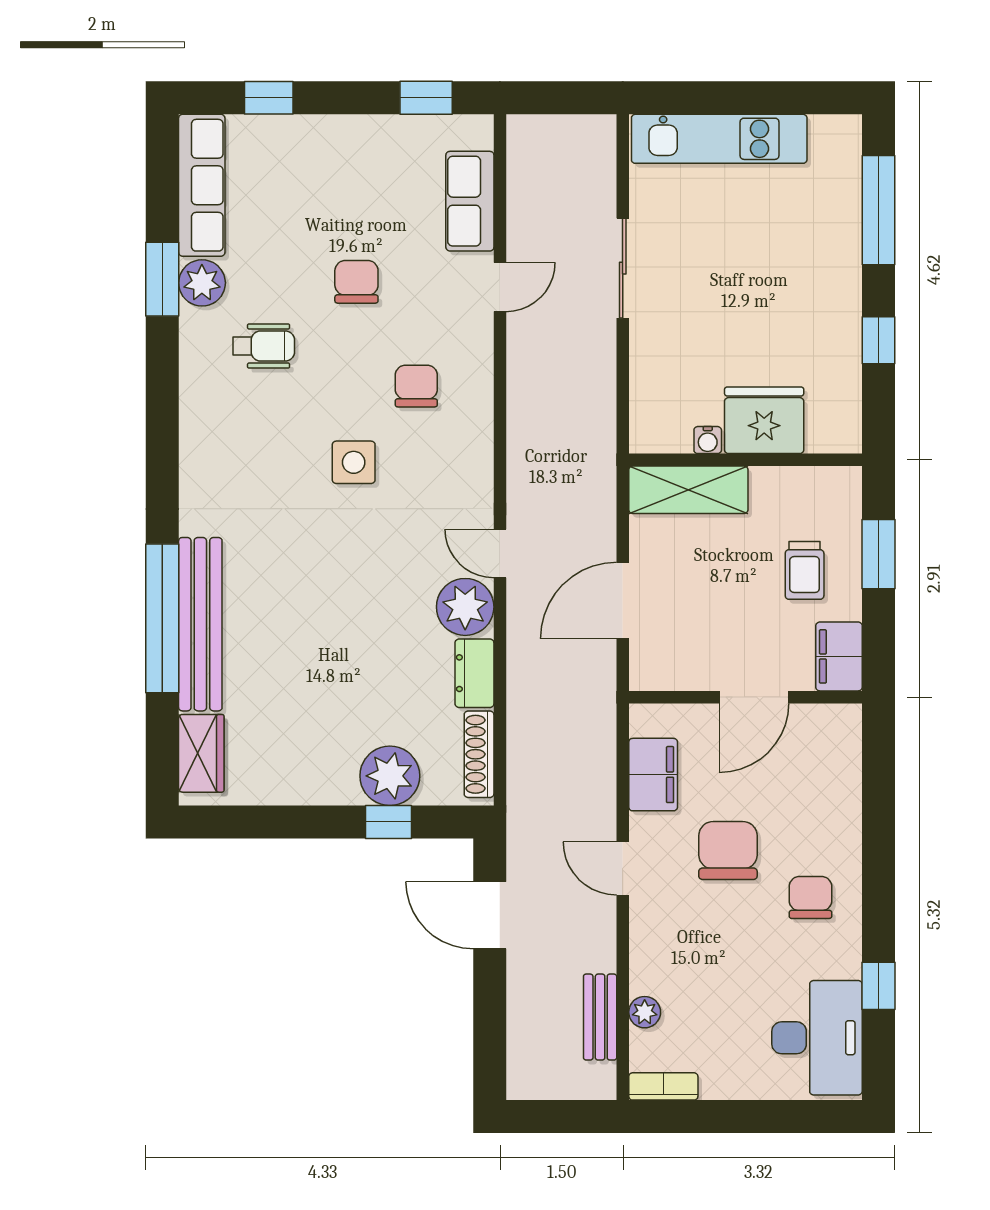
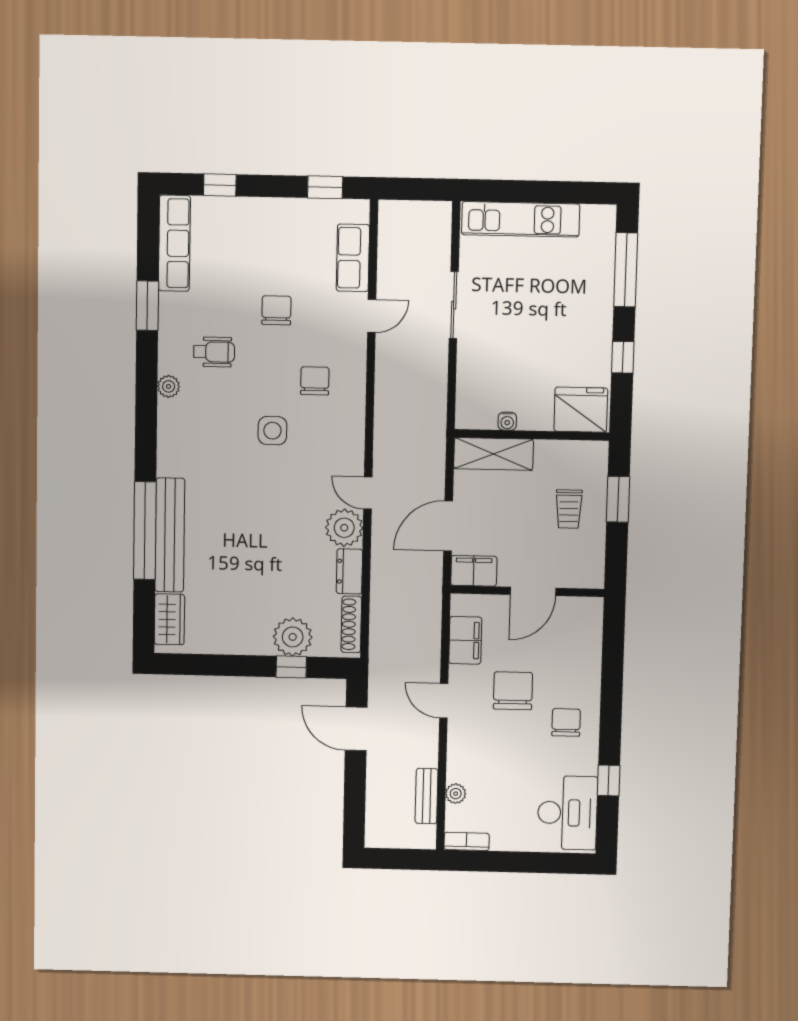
plant: (202, 283) -> (169, 386), moved, width x0.73, depth x0.73
fridge: (764, 420) -> (581, 410), moved
filing cabinet: (839, 656) -> (474, 571), moved, turned 90

